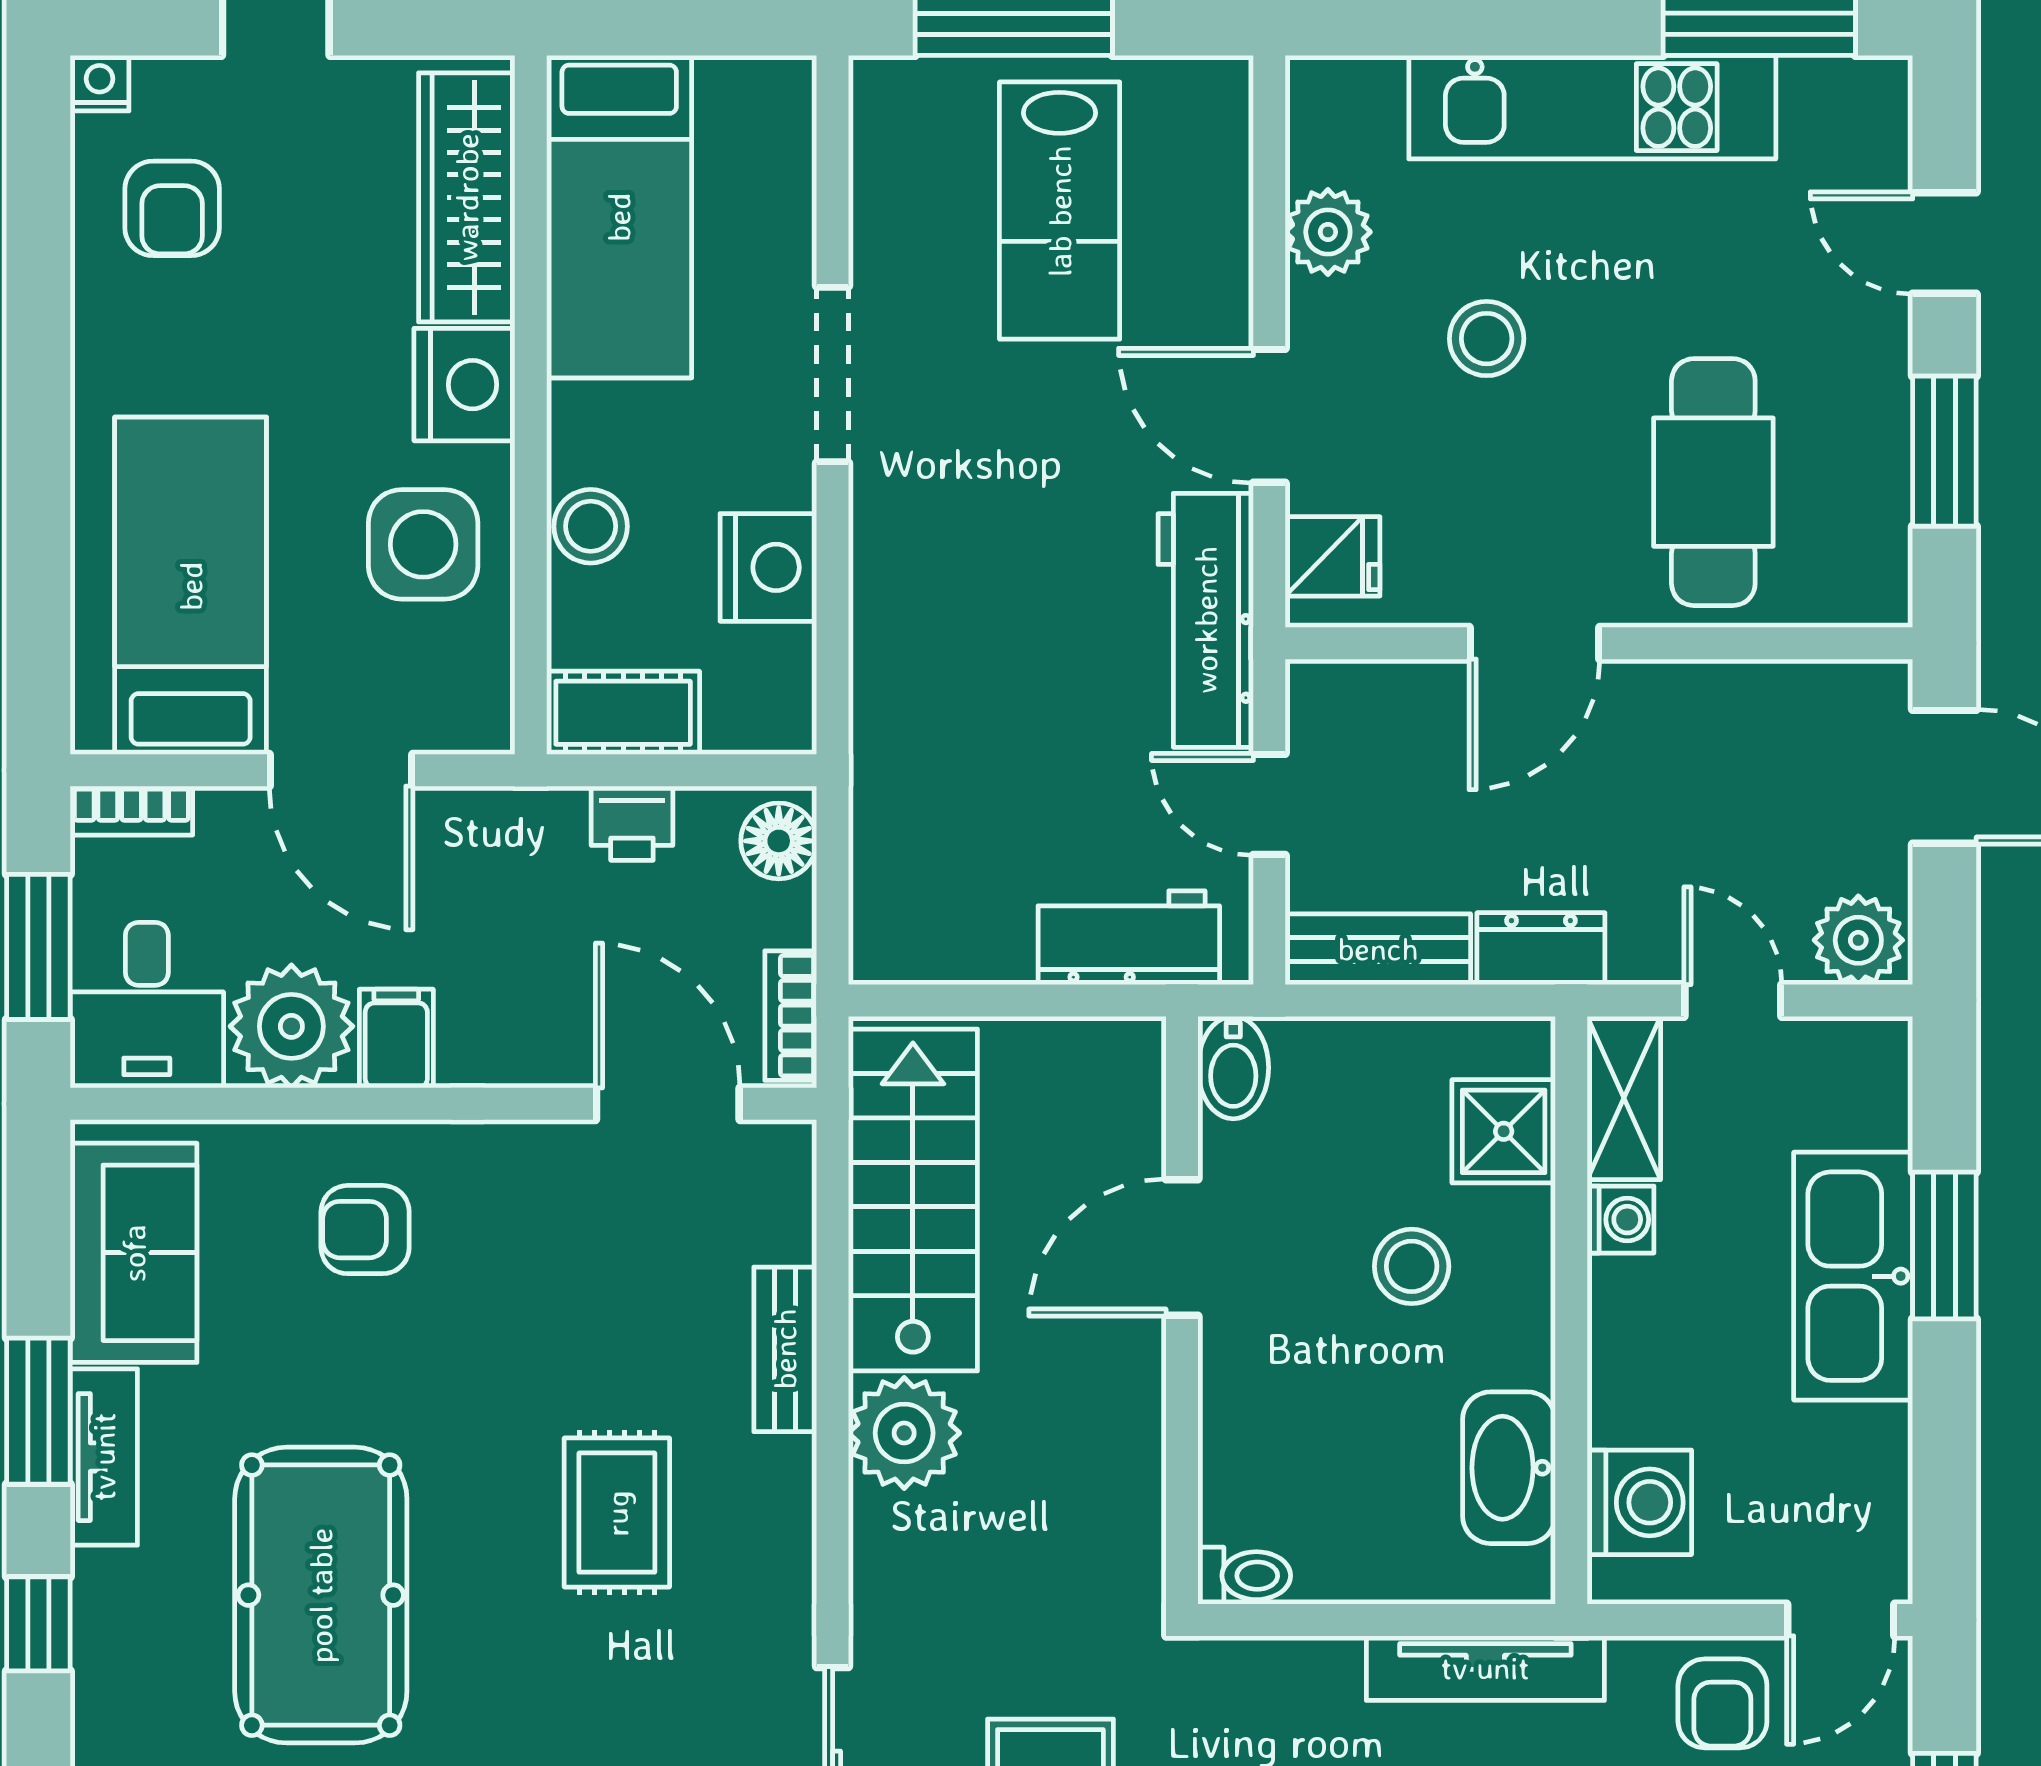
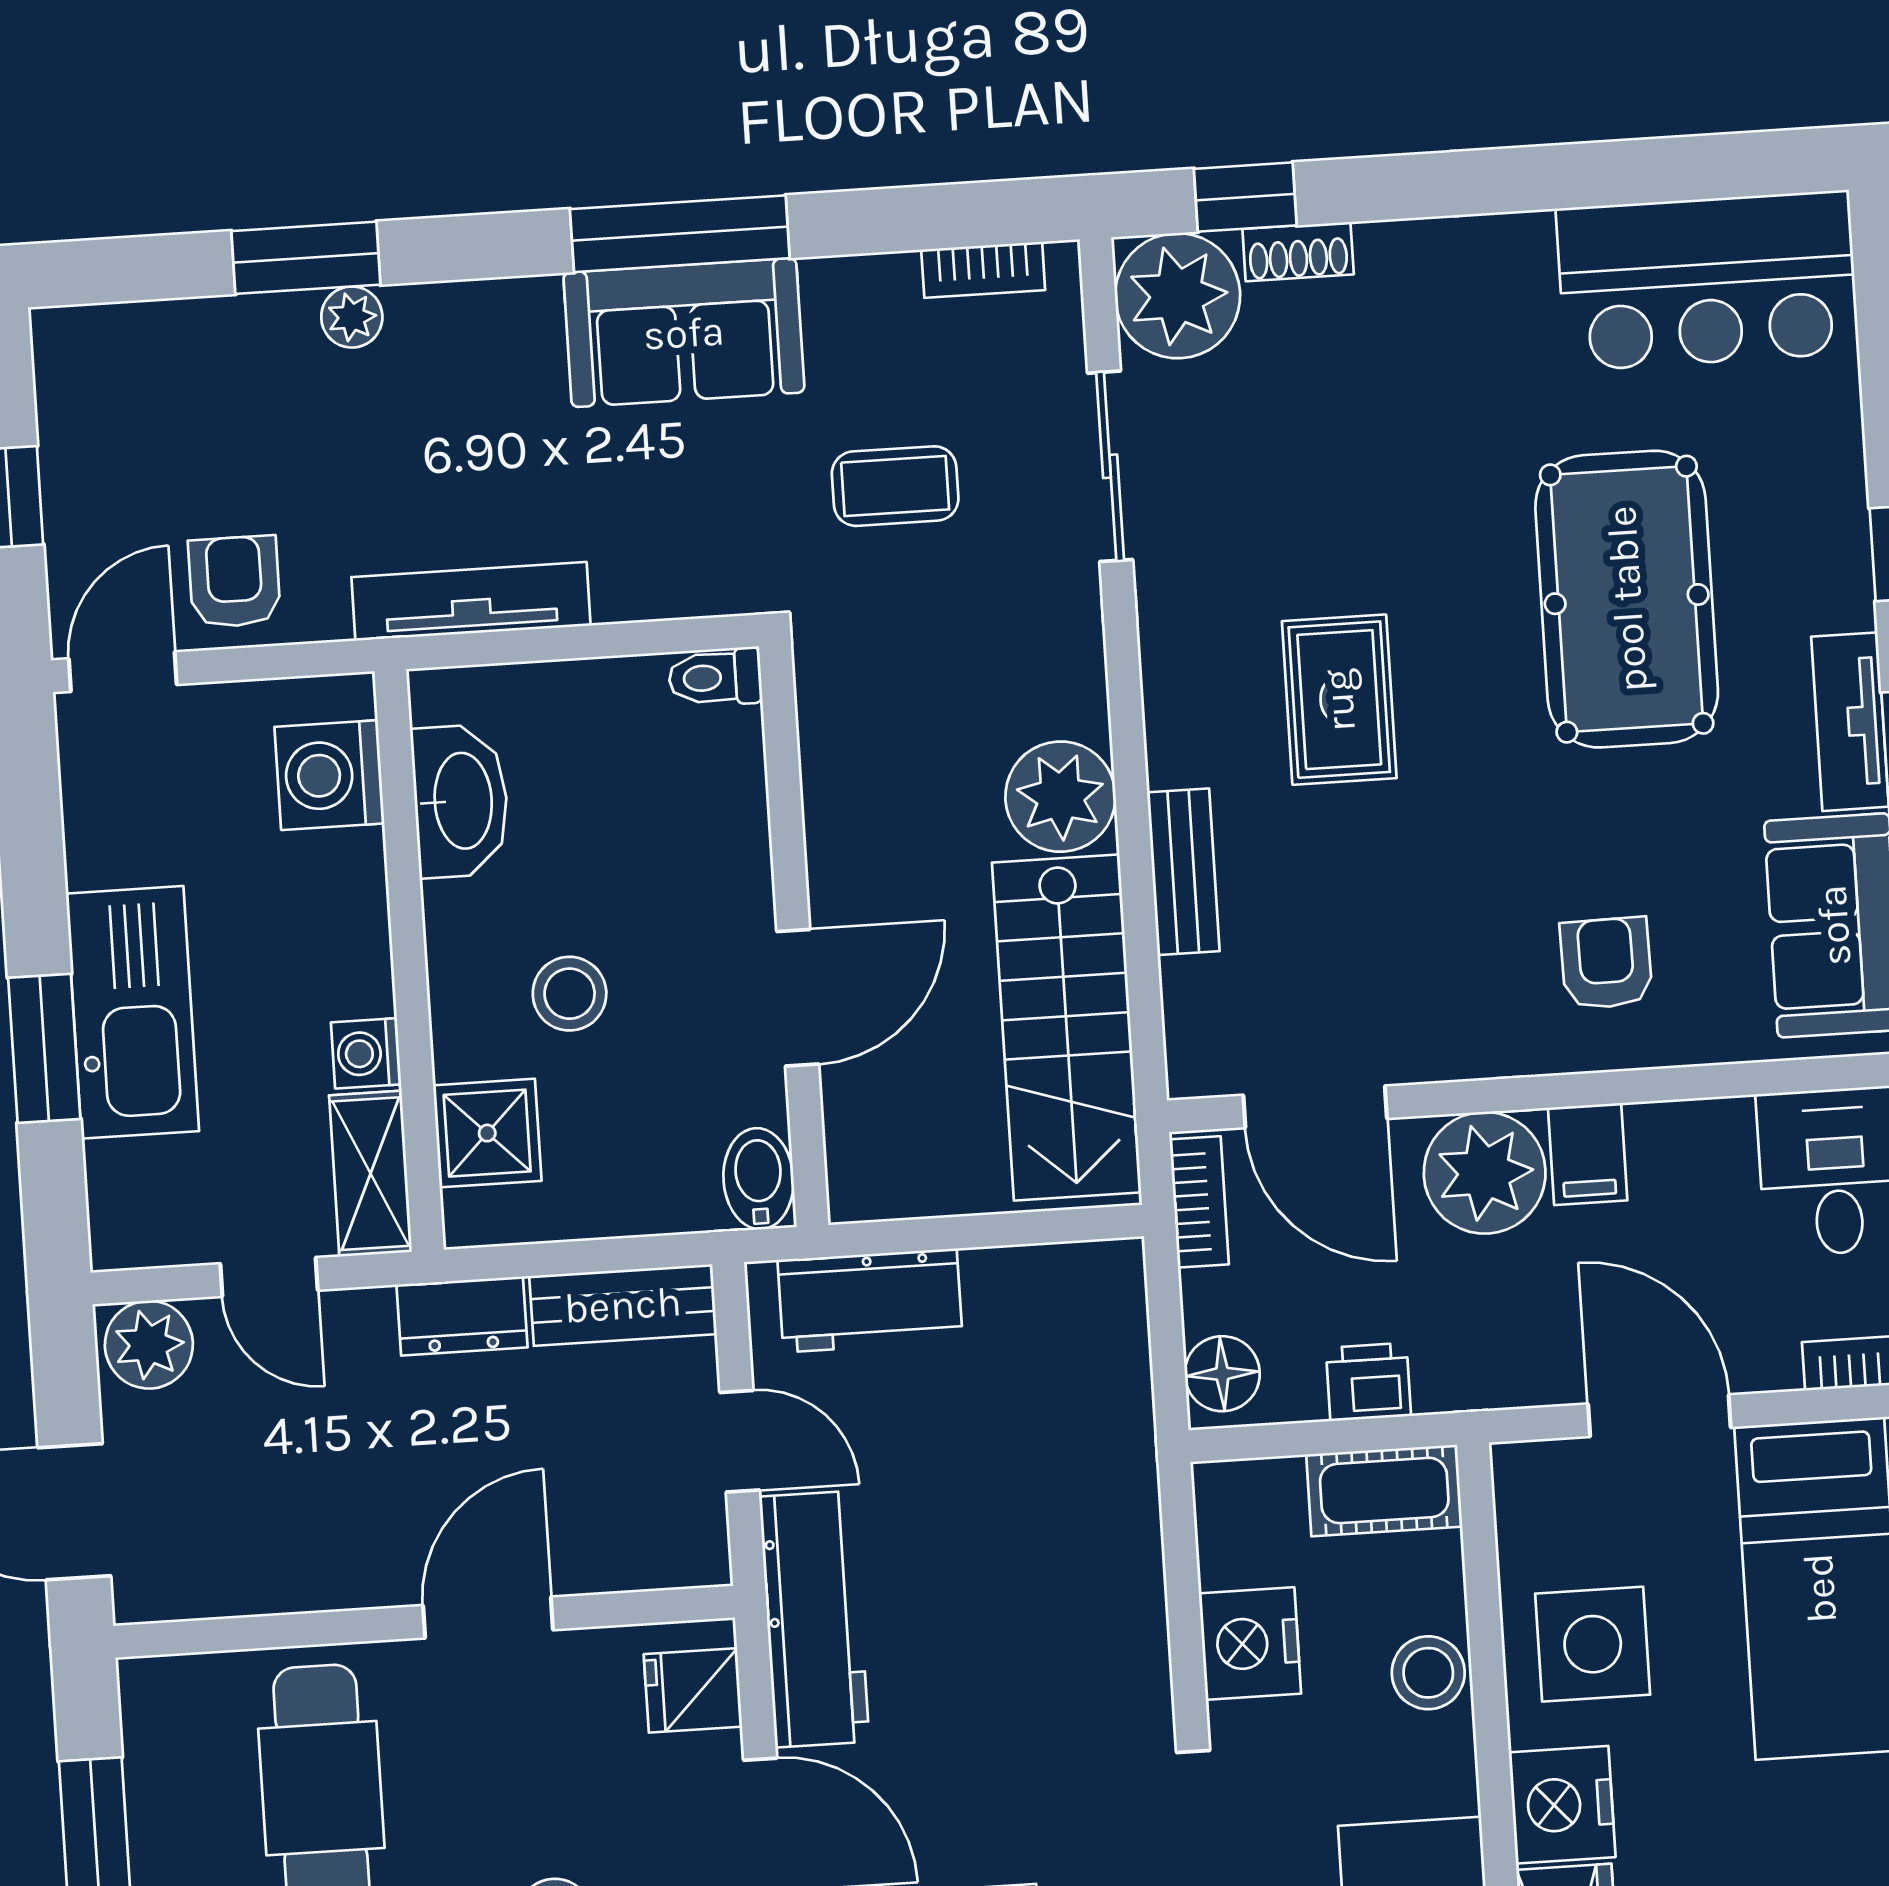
plant: (291, 1026) -> (1485, 1173), moved
armchair: (365, 1230) -> (1606, 963), turned -91

